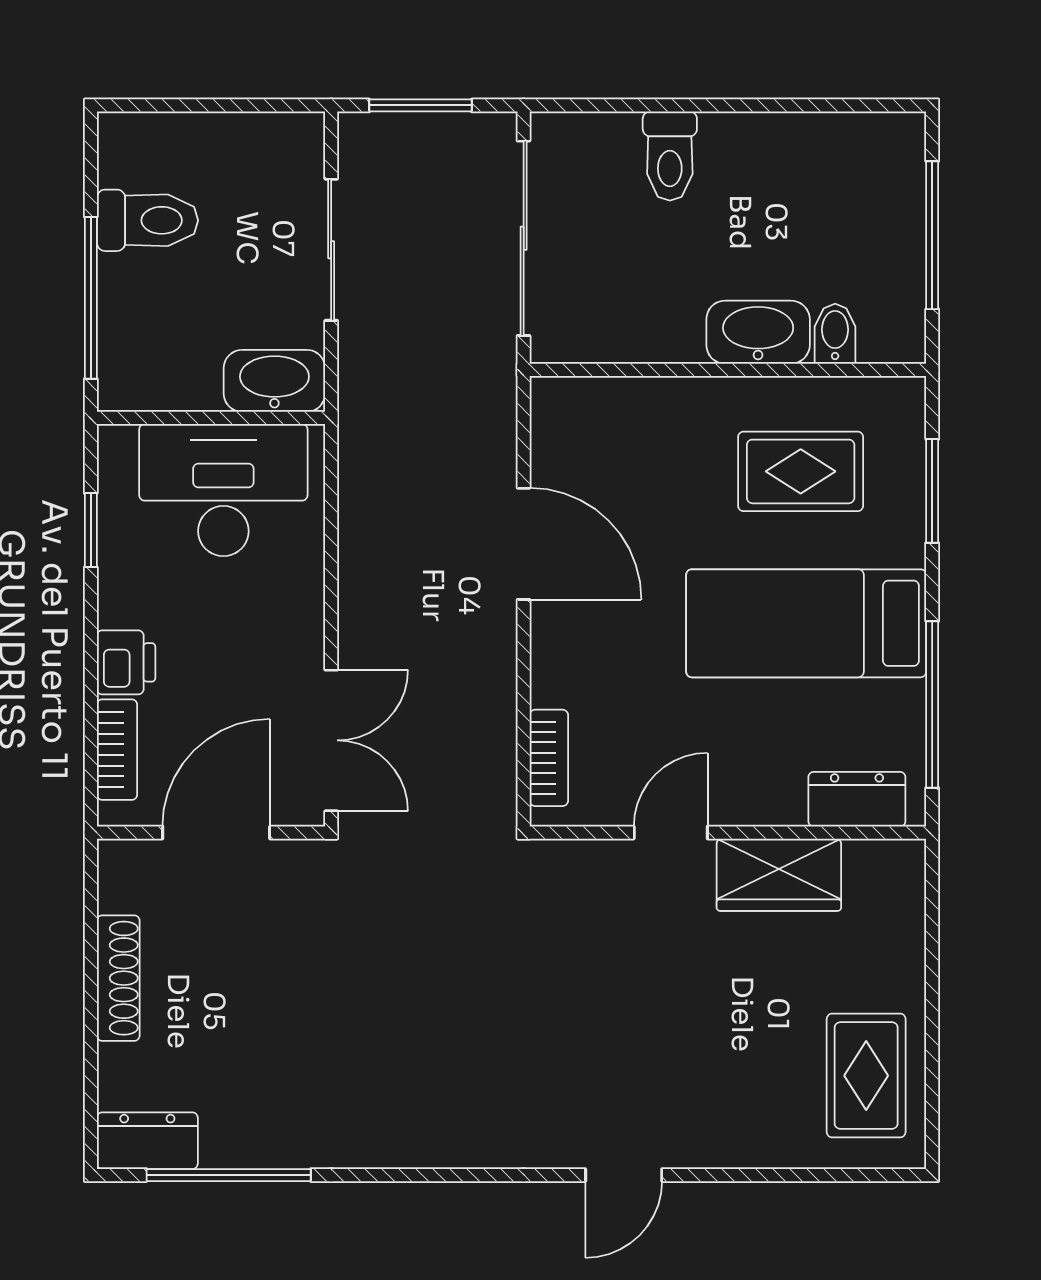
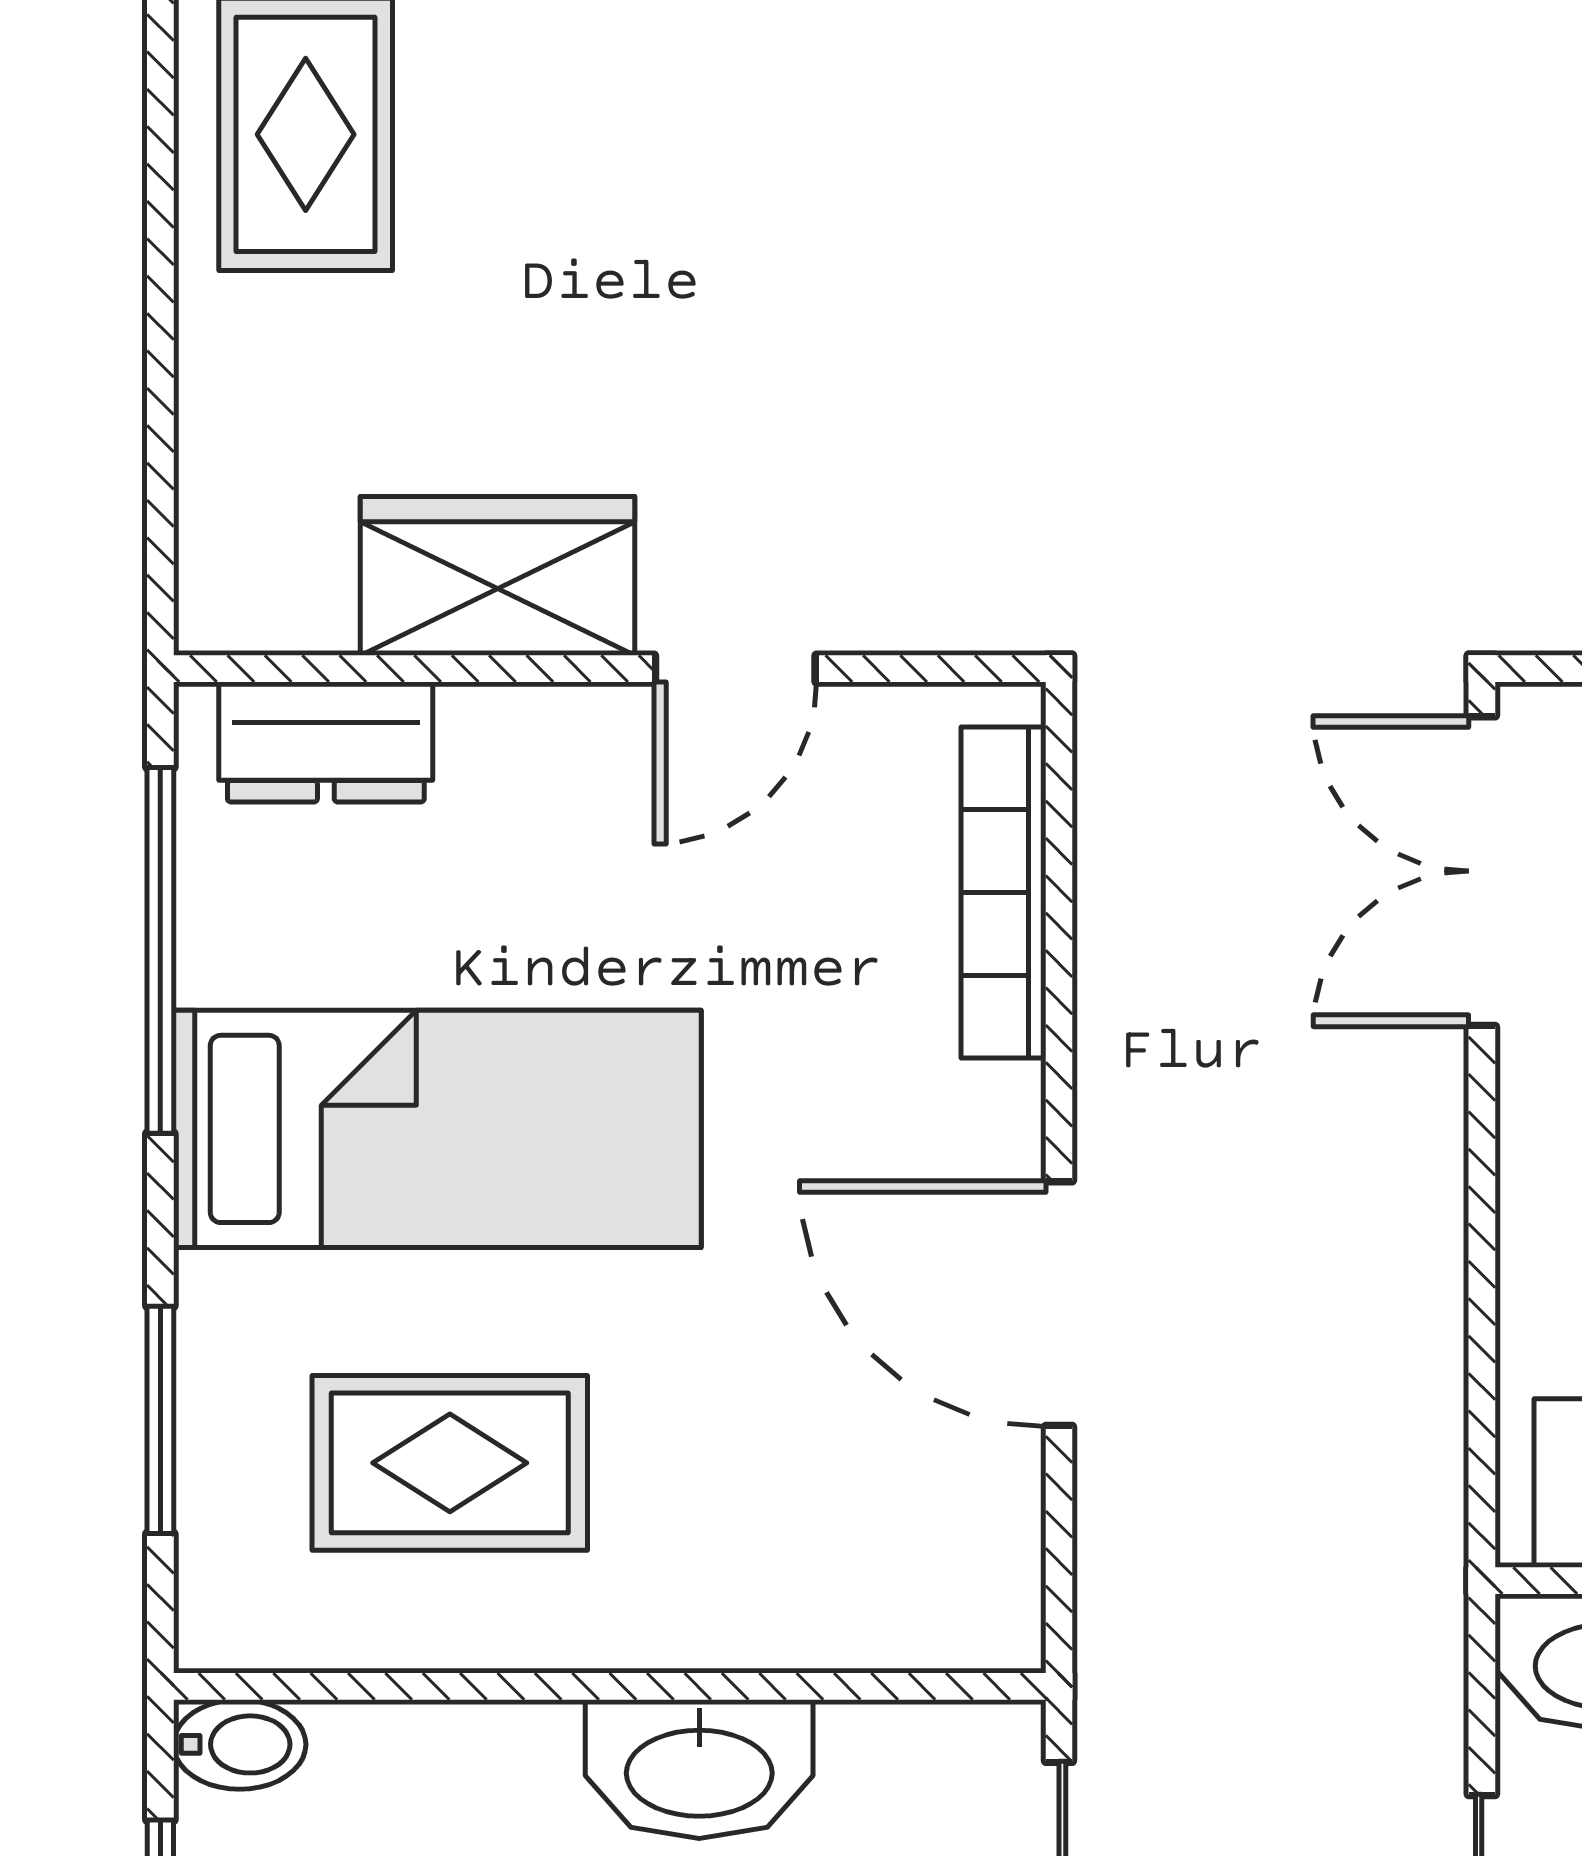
washbasin: (758, 332) -> (699, 1769), moved
bidet: (835, 334) -> (240, 1744), moved, turned -90
bookcase: (549, 758) -> (1003, 892), width x1.56

